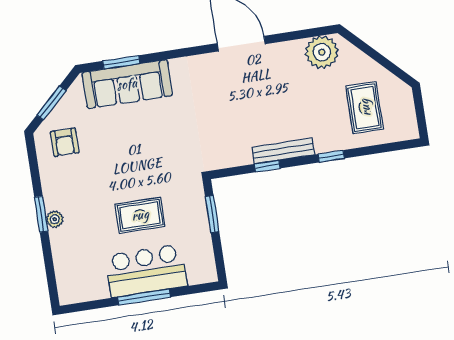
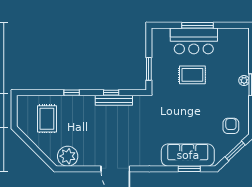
bench: (283, 151) -> (114, 100), moved

